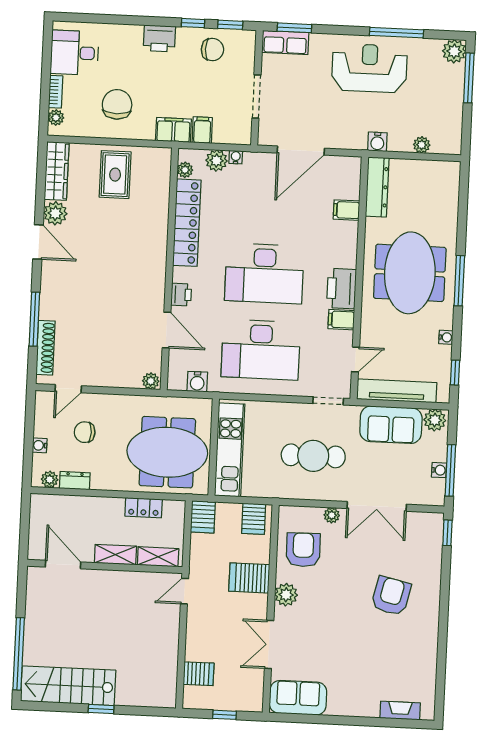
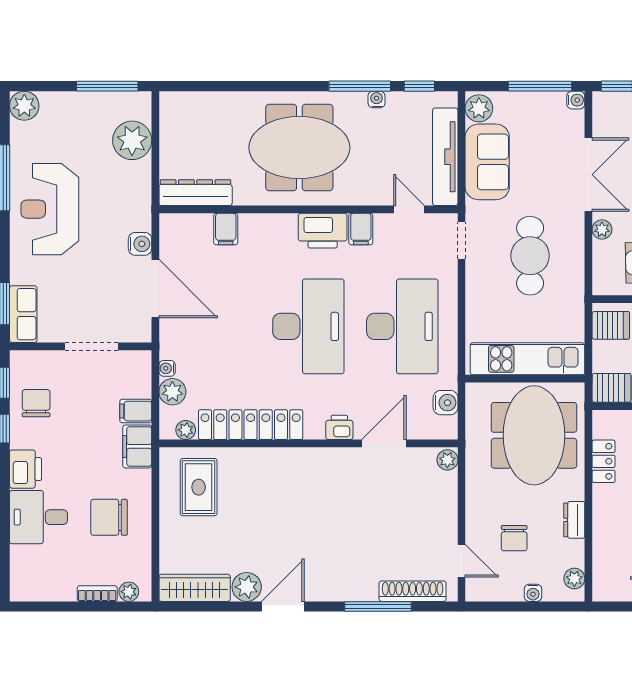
desk: (75, 53) -> (39, 517), moved, turned 90
window: (469, 78) -> (107, 86), moved
water cooler: (377, 142) -> (140, 244), moved
plant: (422, 145) -> (132, 140), width x1.88, depth x1.88
rug: (115, 175) -> (199, 487), moved, turned 90
window: (459, 281) -> (360, 86), moved
water cooler: (439, 470) -> (576, 100), moved, turned 90
dresser: (75, 481) -> (574, 520), moved

